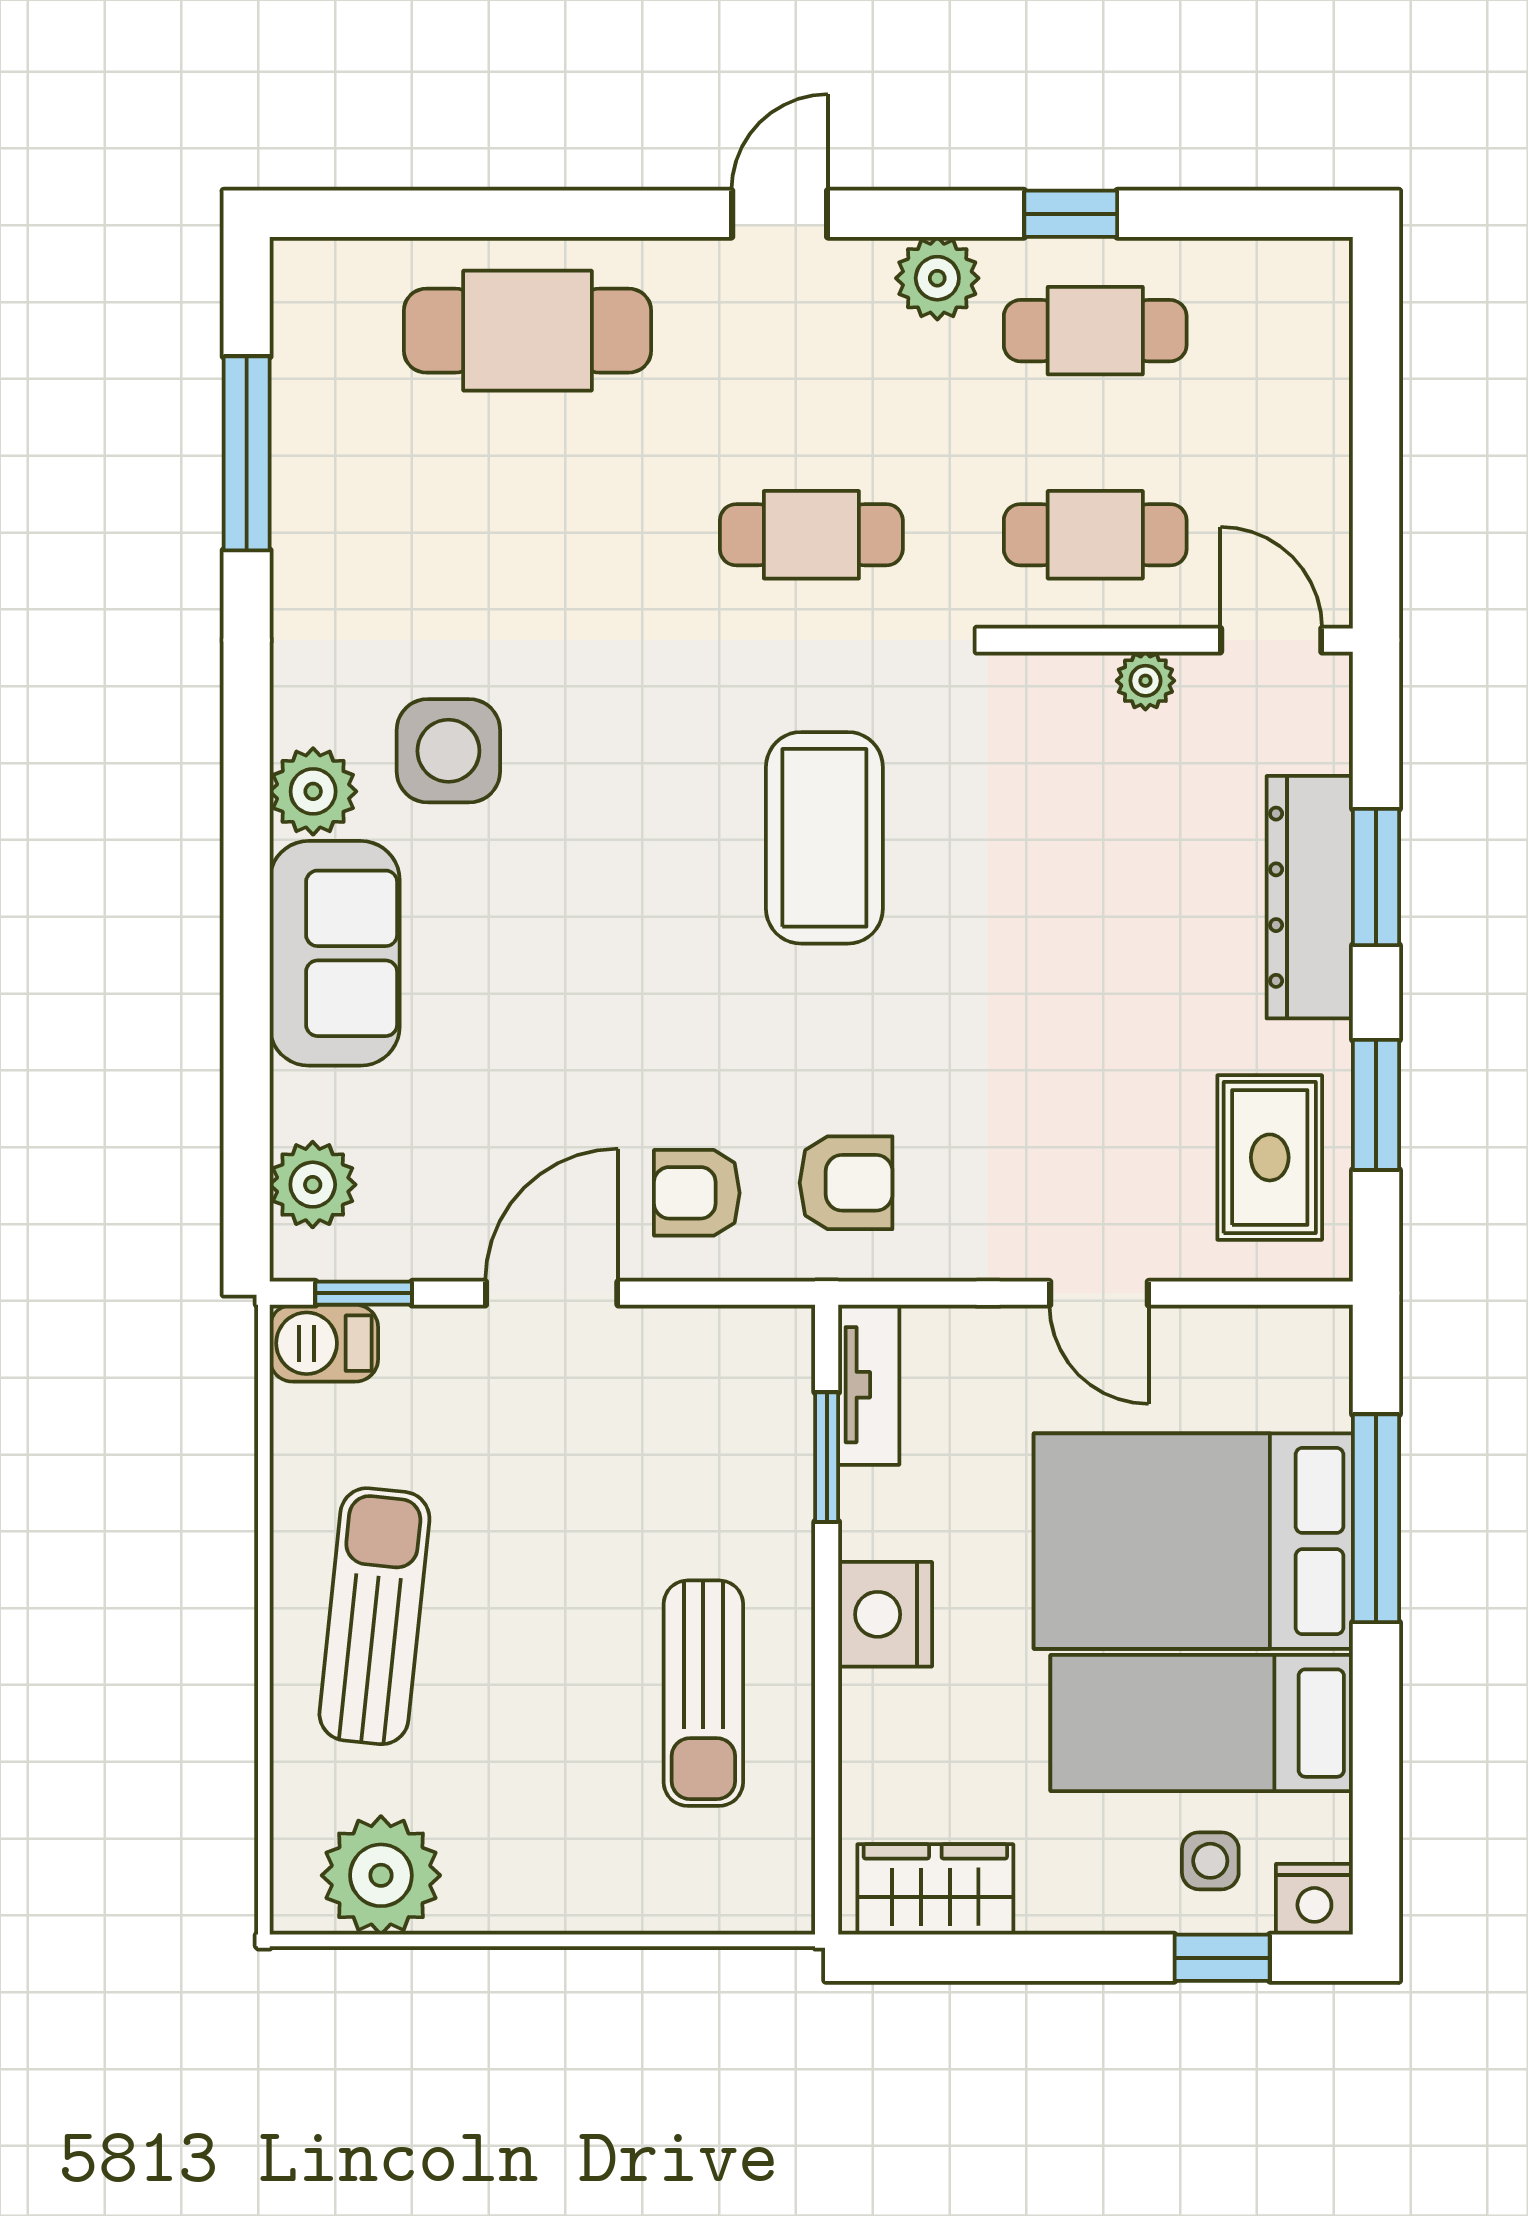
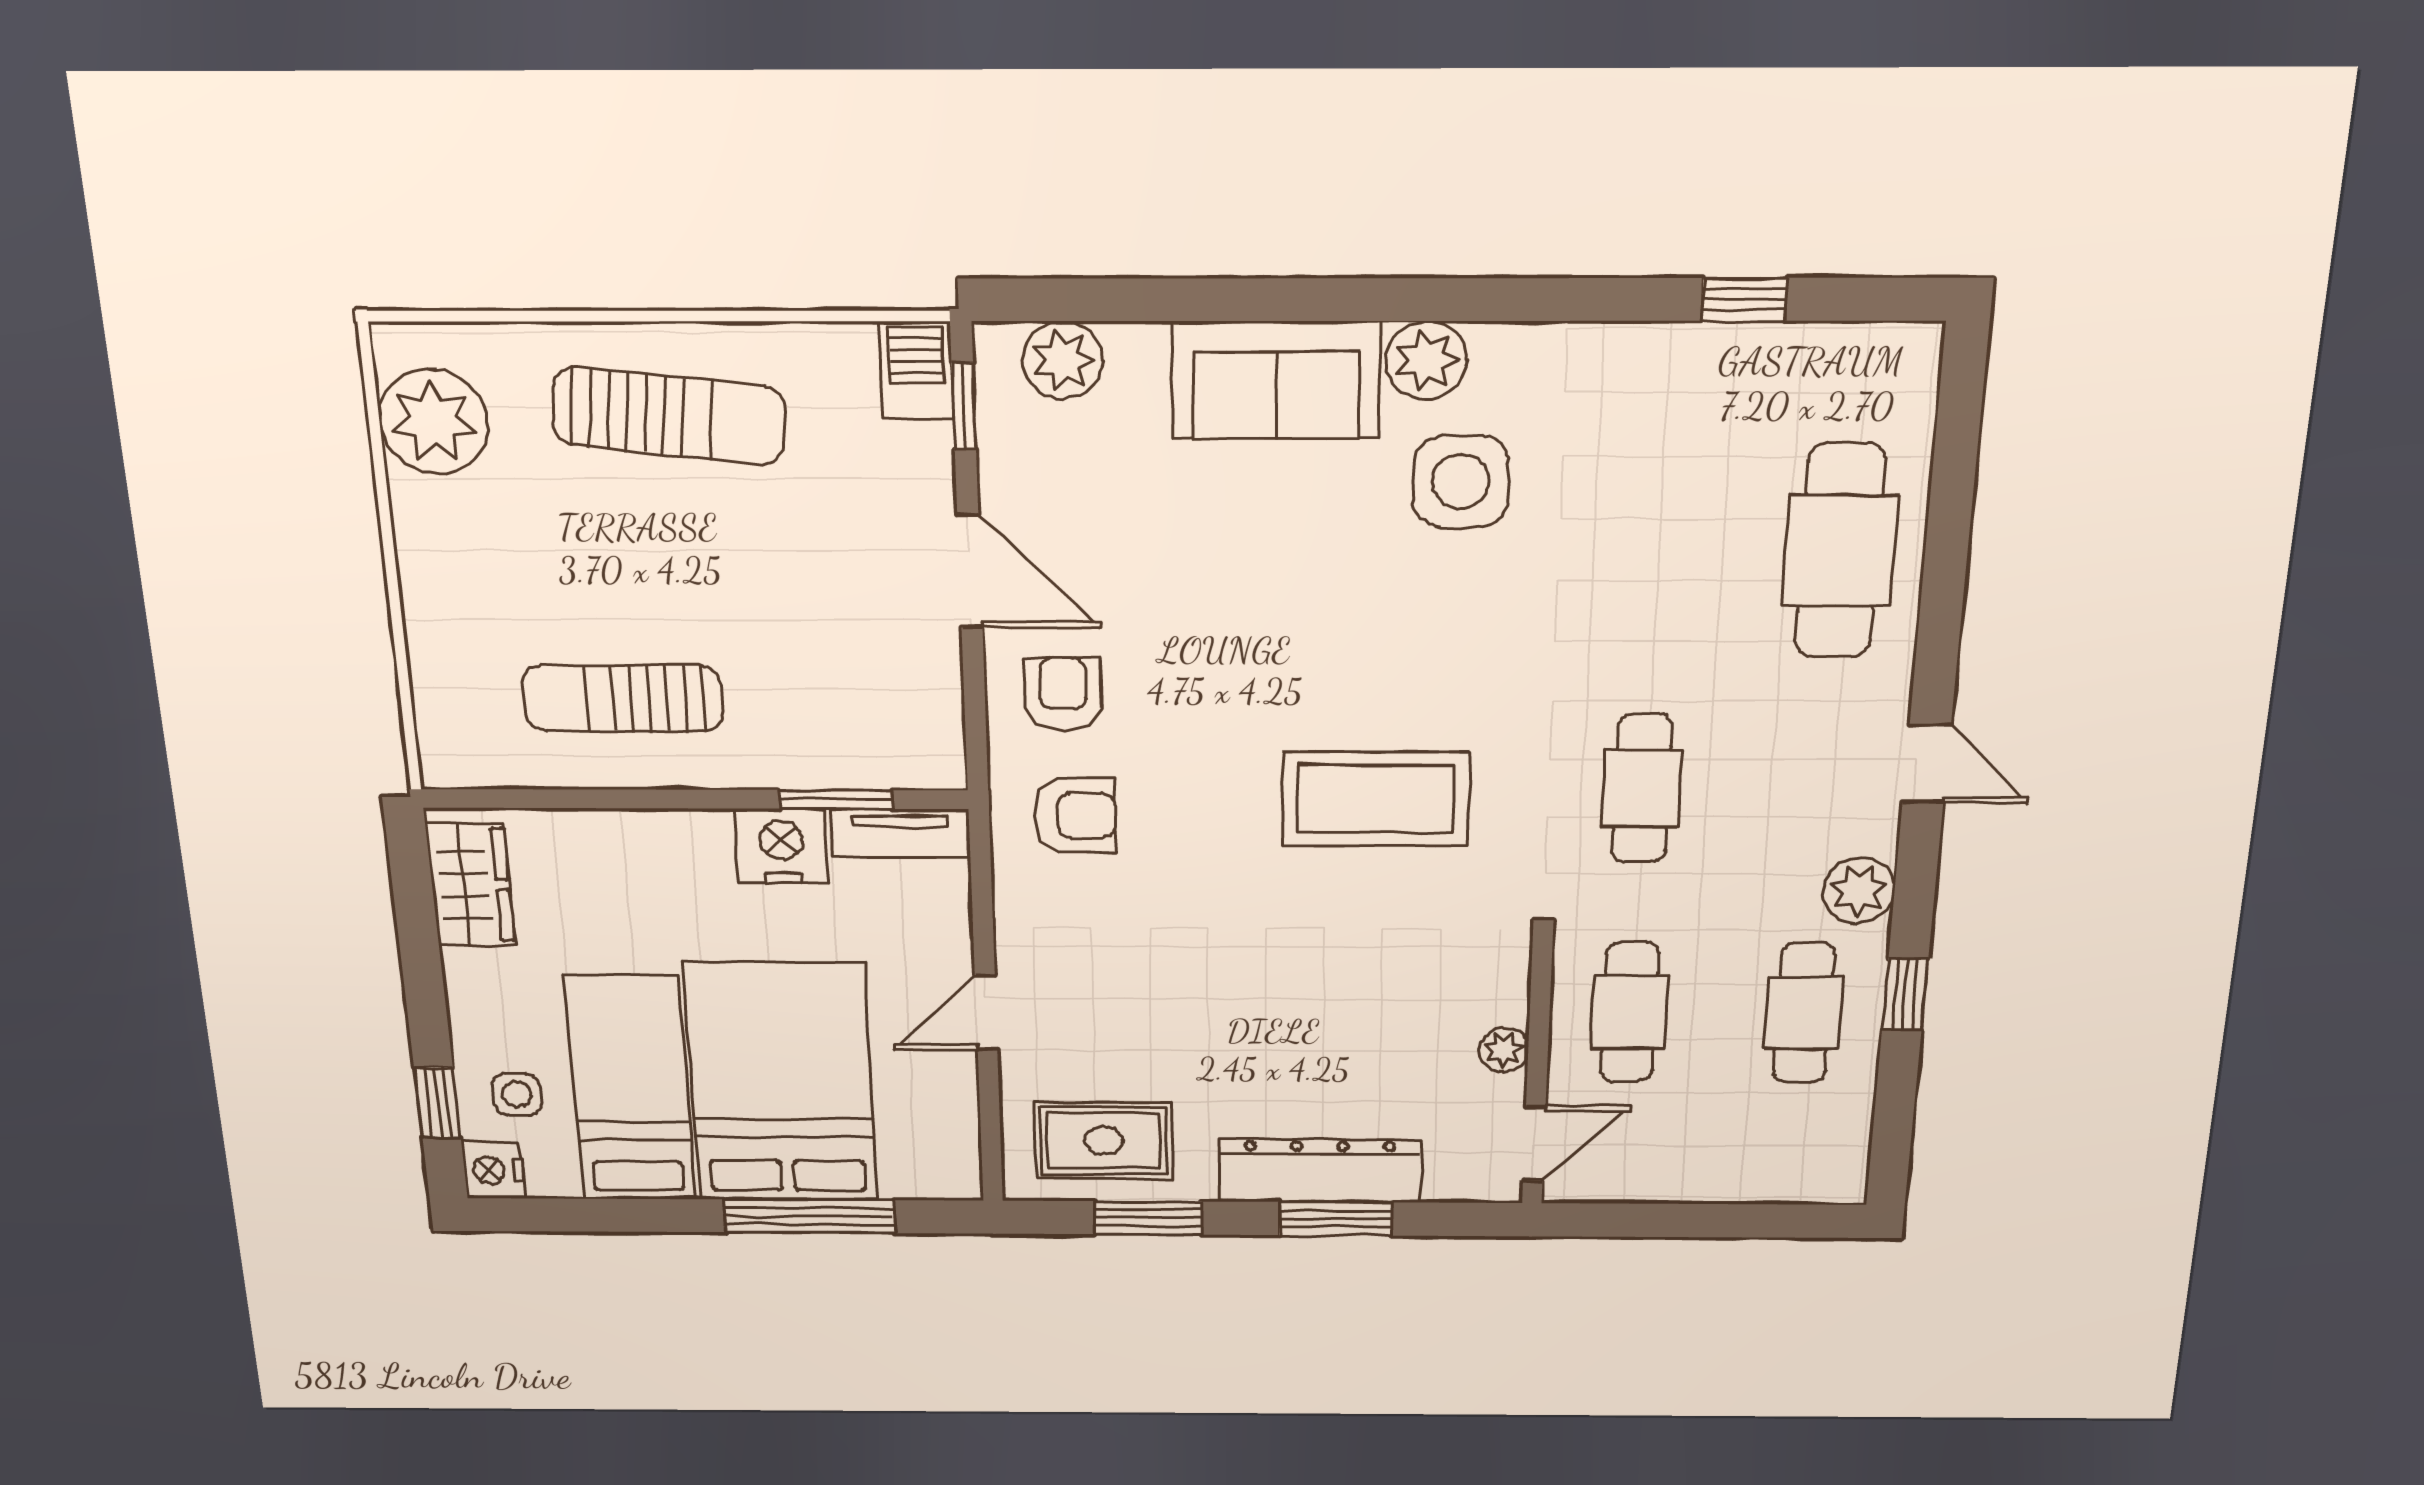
window: (247, 453) -> (1745, 299), width x0.46
armchair: (846, 1183) -> (1075, 815), turned -90
nightstand: (885, 1614) -> (781, 846), moved

